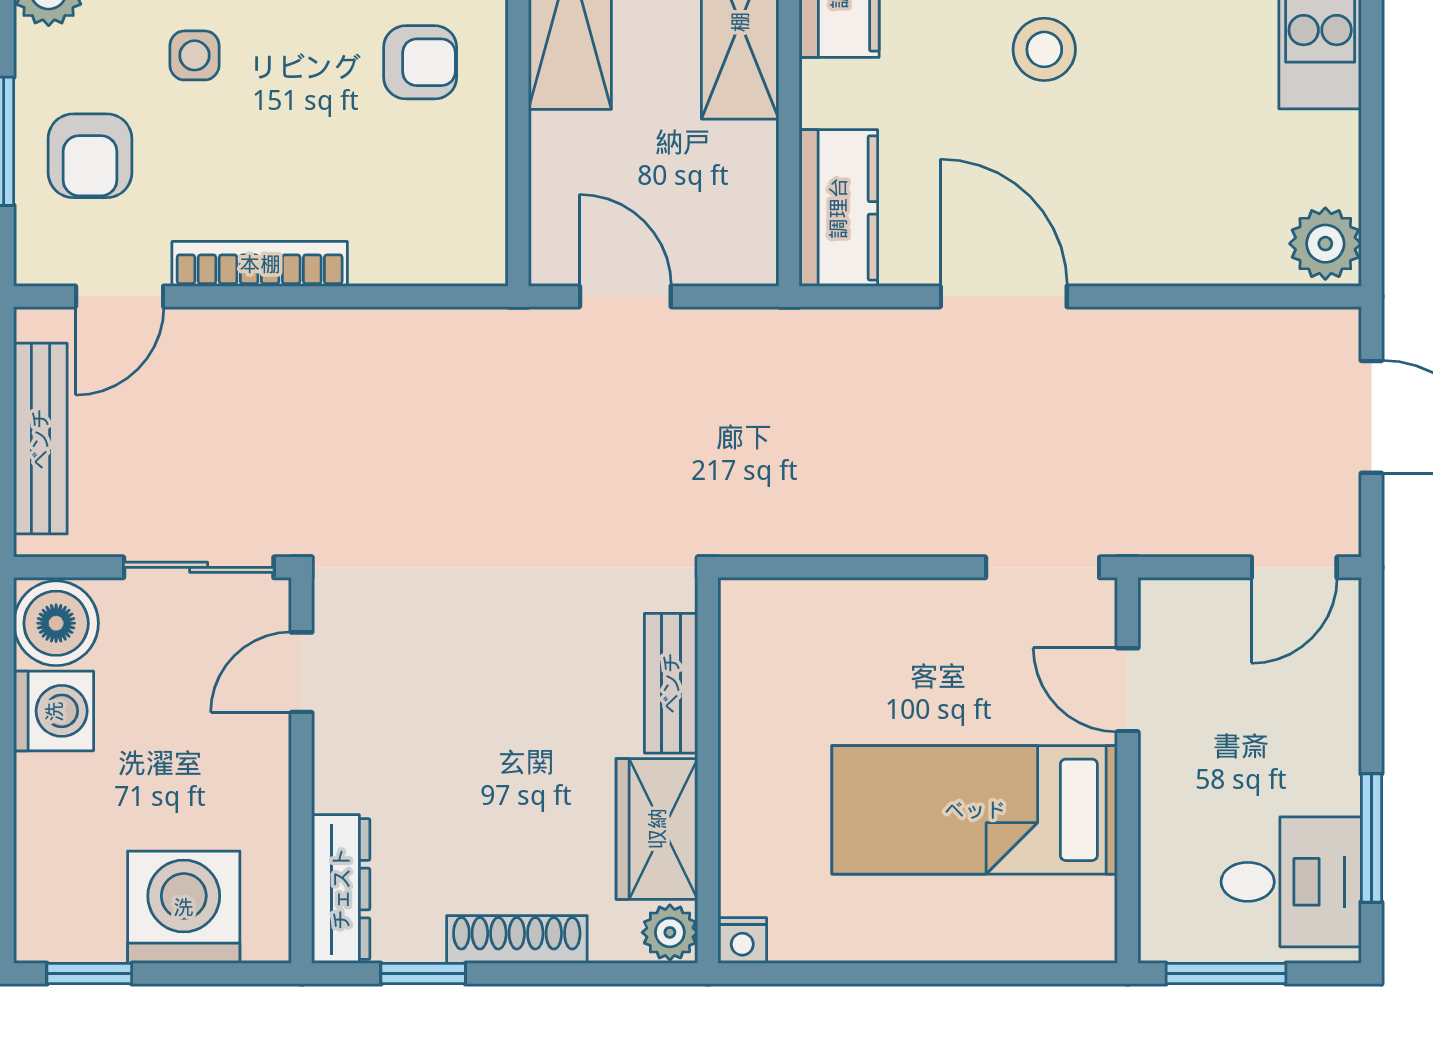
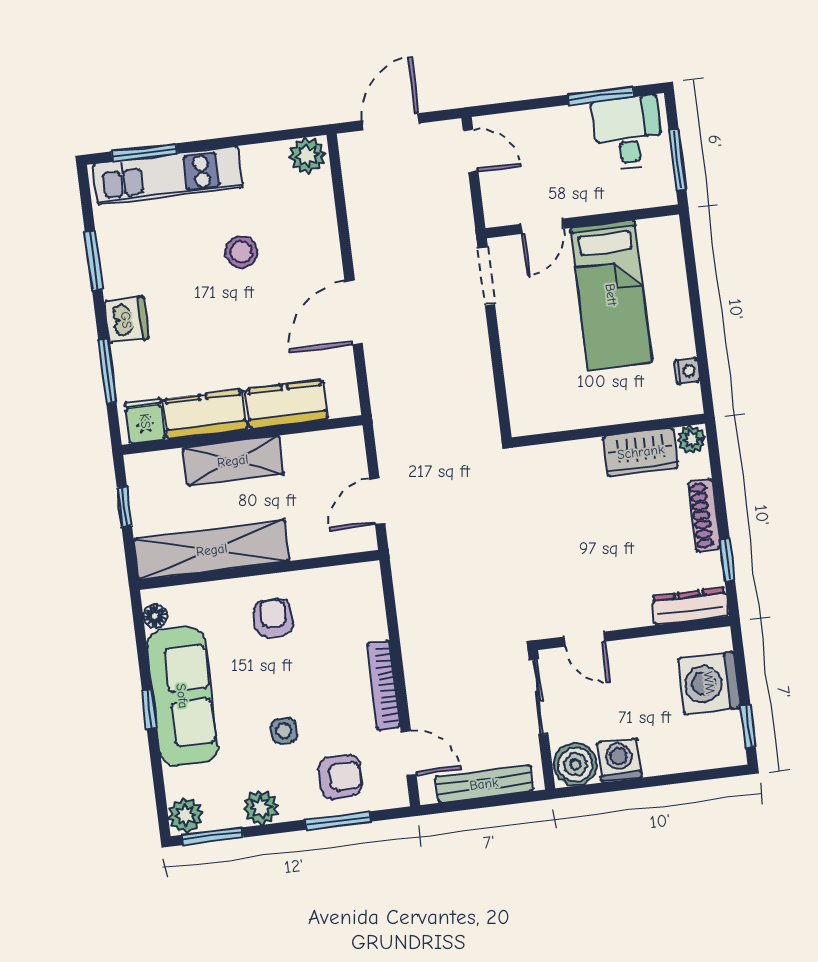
stool: (1044, 49) -> (241, 252), moved
kitchen counter: (838, 208) -> (287, 404), moved
bench: (671, 683) -> (567, 454), removed
nightstand: (742, 940) -> (687, 371), moved

